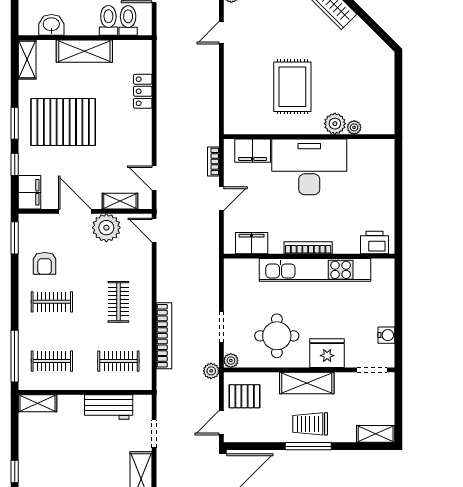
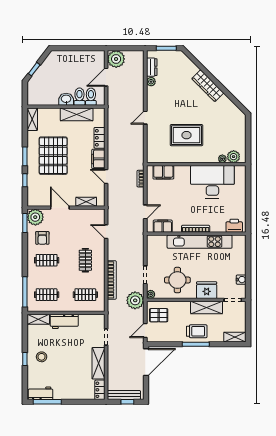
washbasin: (51, 25) -> (66, 99), moved
door: (221, 33) -> (145, 118), moved
shelving: (84, 51) -> (77, 114), moved
rug: (292, 87) -> (186, 135), turned 90
pallet: (63, 122) -> (53, 156), turned 90
plant: (335, 124) -> (234, 157), moved
desk: (309, 167) -> (212, 182), moved
door: (154, 178) -> (106, 177), moved
filing cabinet: (29, 192) -> (98, 159), moved, turned 180
door: (221, 199) -> (145, 212), moved
plant: (106, 228) -> (35, 217), moved
door: (154, 230) -> (106, 232), moved
plant: (211, 371) -> (135, 300), width x1.87, depth x1.87
shelving: (307, 383) -> (207, 308), moved
workbench: (109, 407) -> (64, 321), moved
trolley: (310, 424) -> (197, 331), turned 180
stool: (43, 468) -> (42, 357), added

